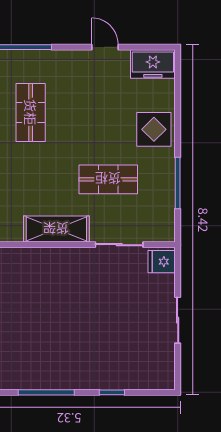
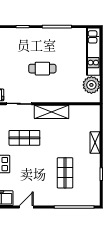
door: (105, 47) -> (26, 207), swing flipped
cafe table: (74, 312) -> (42, 69), added

